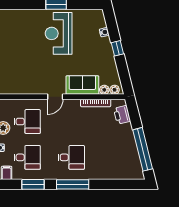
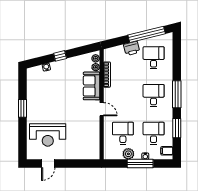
reception desk: (59, 33) -> (48, 135), moved
printer: (122, 115) -> (132, 48), moved
desk: (115, 157) -> (154, 58), added

